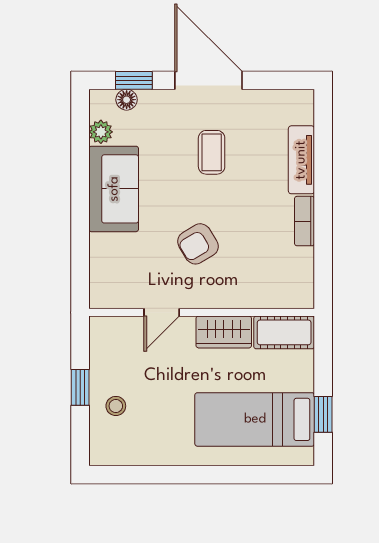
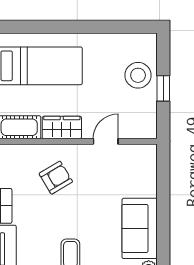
armchair: (198, 244) -> (56, 178), moved
stool: (116, 406) -> (138, 75), width x1.89, depth x1.89

